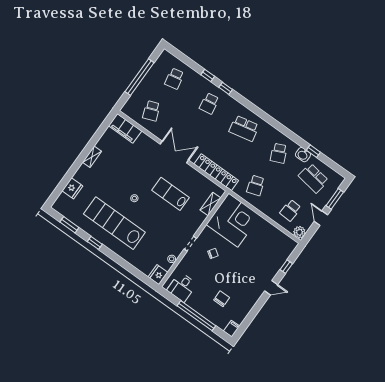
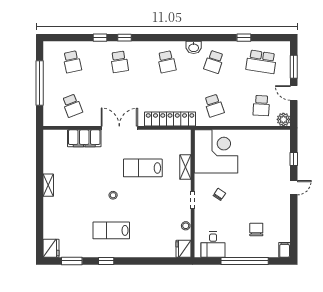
filing cabinet: (125, 128) -> (84, 138), moved
school desk: (244, 128) -> (167, 62), width x0.54
school desk: (279, 153) -> (214, 62), turned 42
washbasin: (303, 155) -> (194, 47), moved
fridge: (72, 188) -> (51, 248), moved
shelving: (211, 204) -> (185, 167), moved
lab bench: (114, 223) -> (111, 230), width x0.54, depth x0.72

